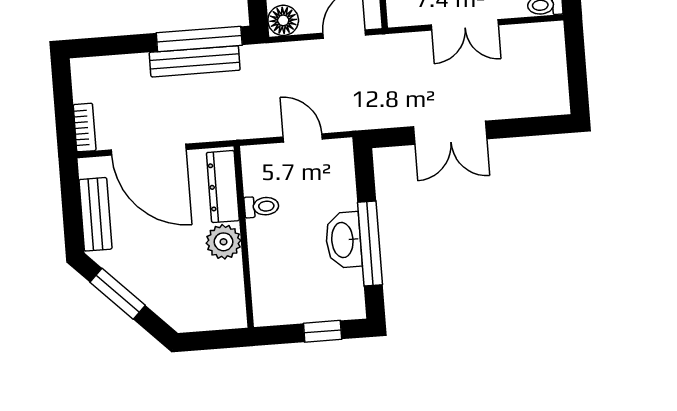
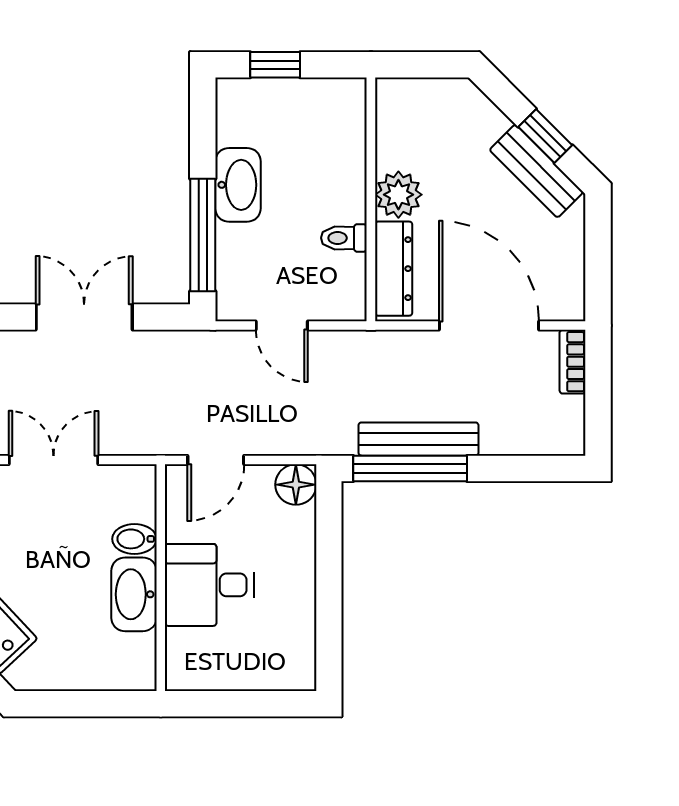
bench: (95, 214) -> (536, 171), moved, turned -45
window: (370, 243) -> (203, 235), moved
window: (118, 294) -> (545, 136), width x0.67

